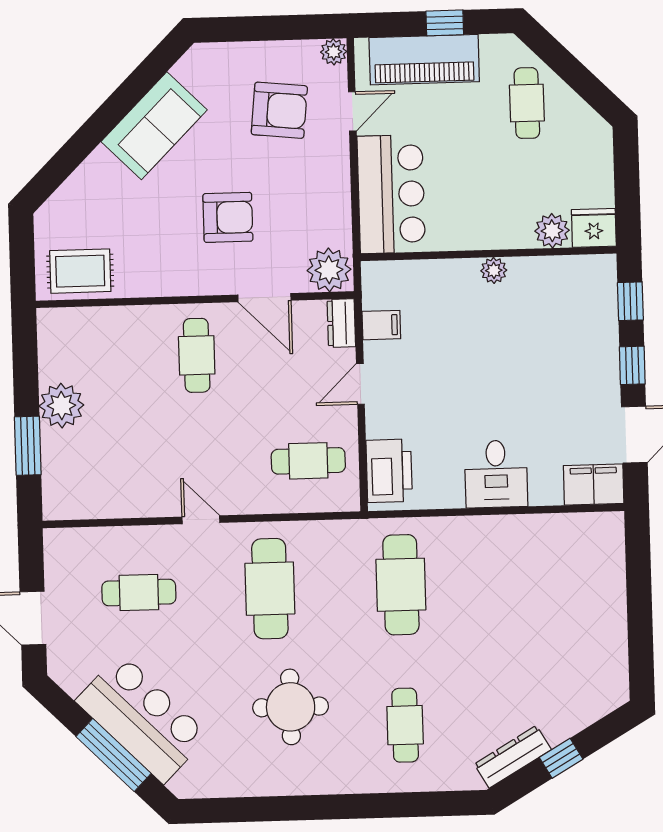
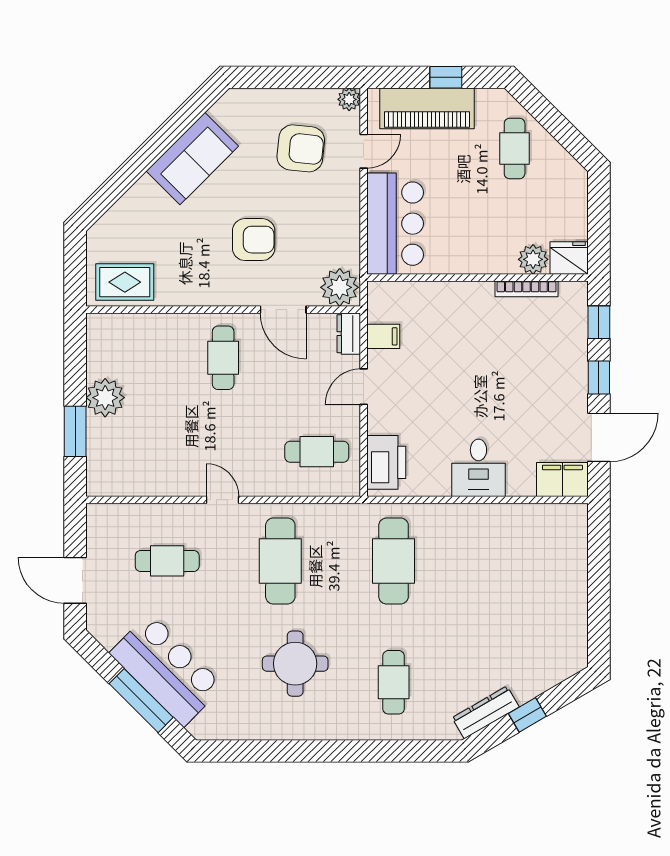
bookcase: (545, 265) -> (526, 289), added
plant: (494, 270) -> (482, 292), removed

